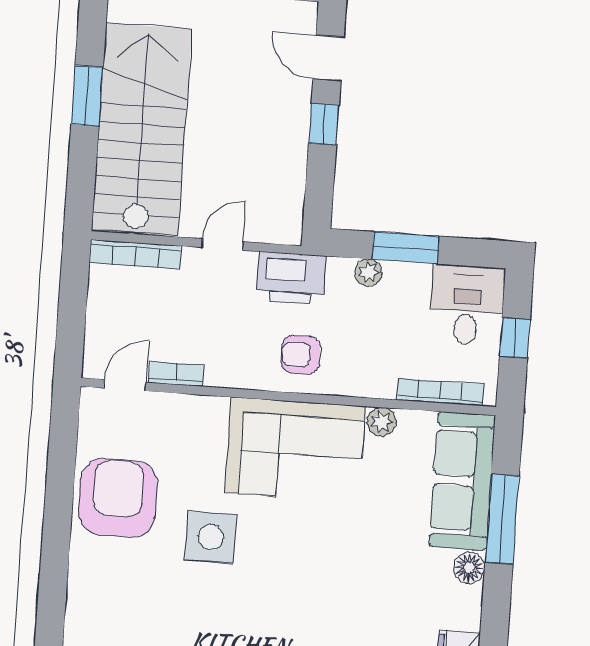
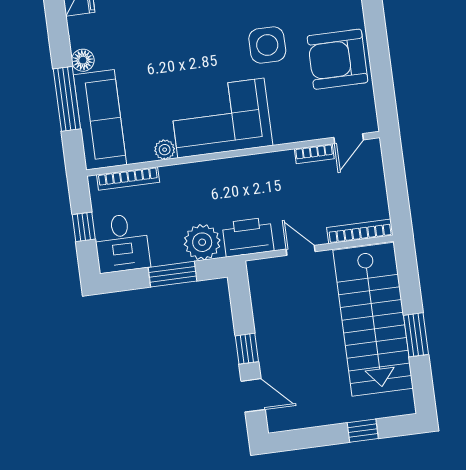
door: (222, 245) -> (301, 250), swing flipped
plant: (368, 272) -> (202, 242), width x1.88, depth x1.88
armchair: (301, 355) -> (230, 185), removed
armchair: (118, 498) -> (338, 59), turned 90

